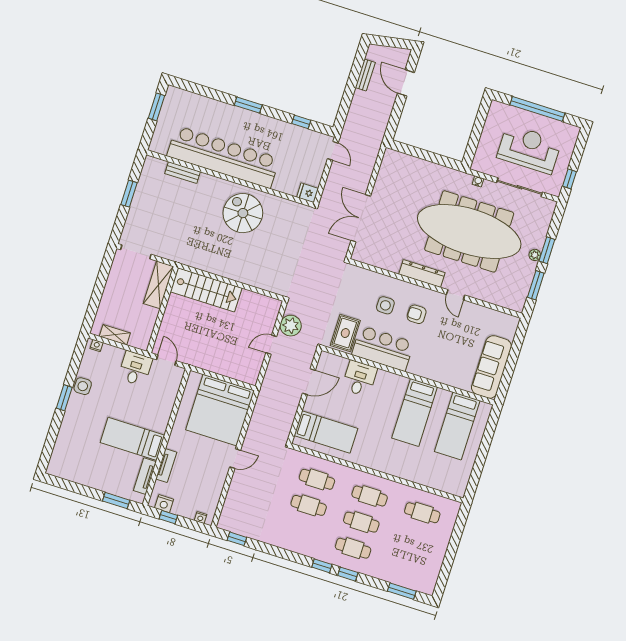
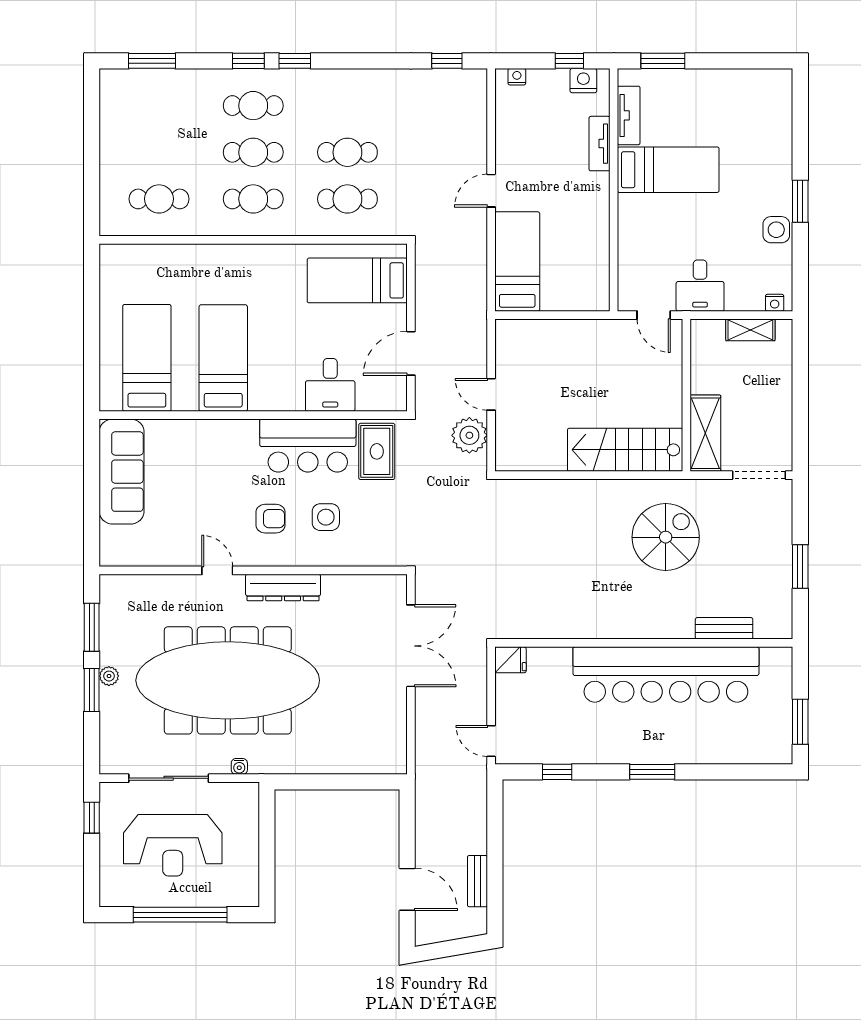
spiral stairs: (243, 213) -> (666, 537), moved, turned -90
door: (271, 345) -> (491, 394), swing flipped
bed: (220, 410) -> (517, 261), width x0.49

